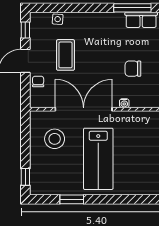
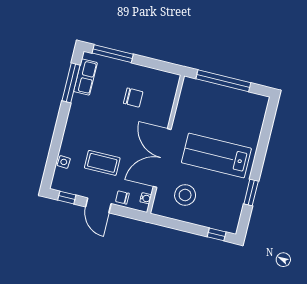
chair: (133, 69) -> (133, 98), turned -90
water cooler: (124, 103) -> (146, 198), moved
lab bench: (98, 159) -> (216, 155), turned 180

